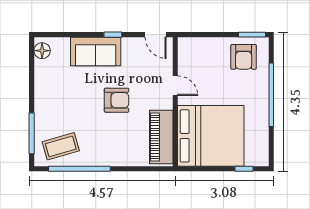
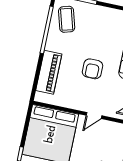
piano: (161, 137) -> (49, 72), moved, turned 90

